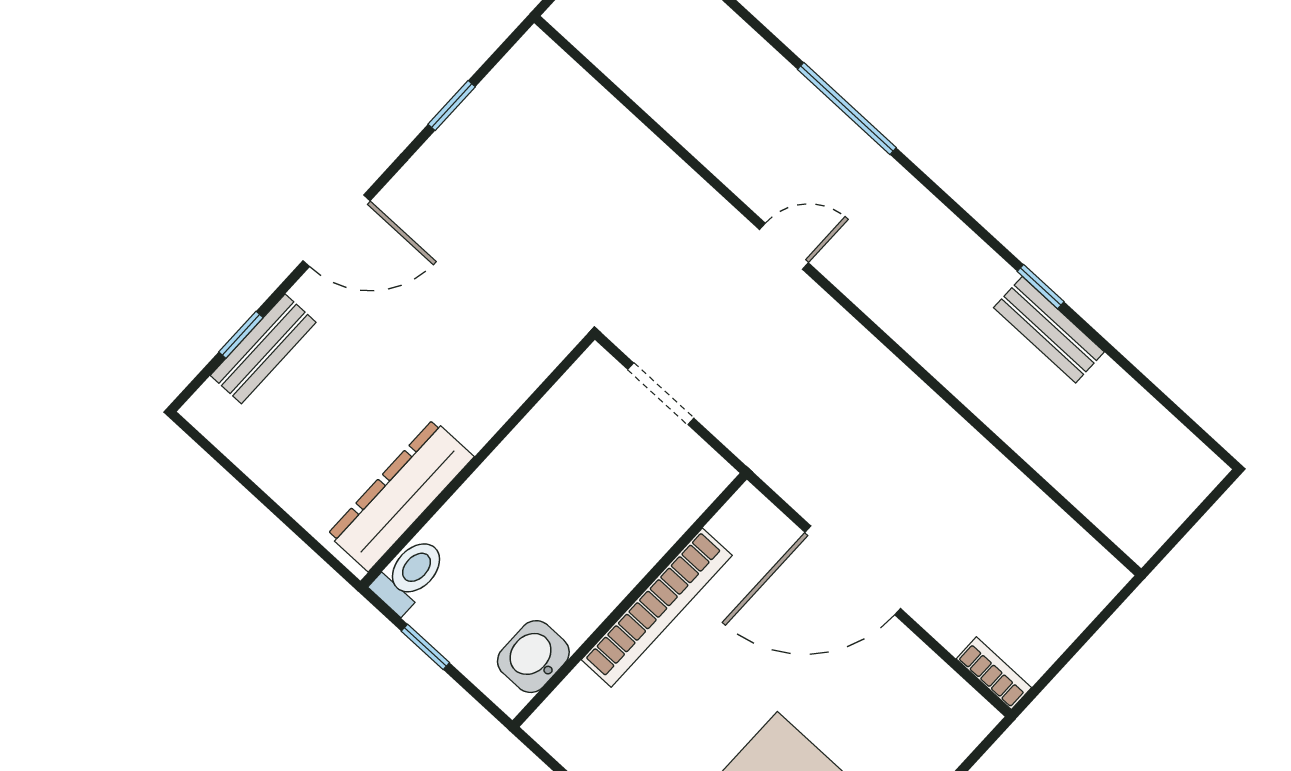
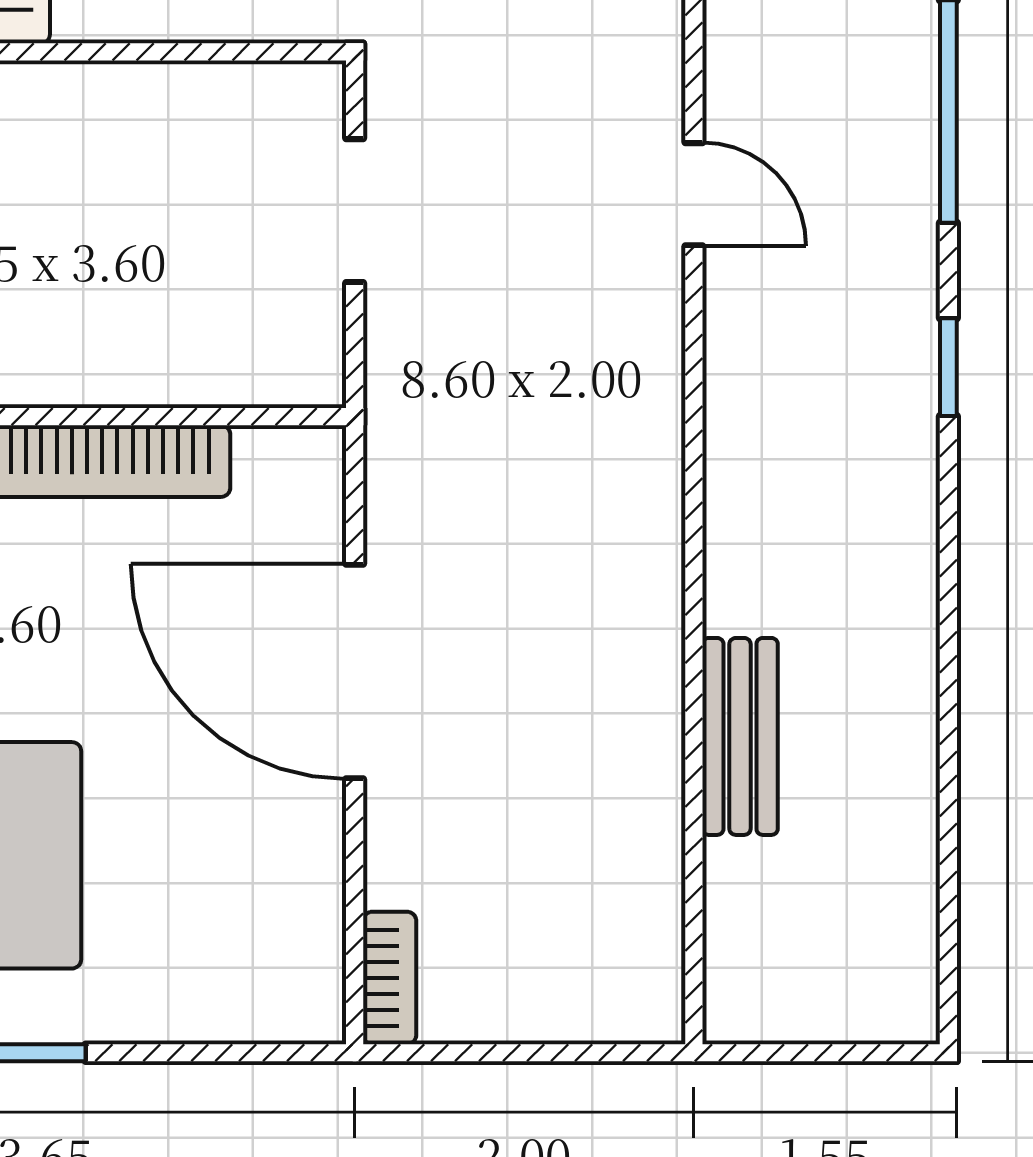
window: (1041, 287) -> (948, 367), moved
bench: (1049, 330) -> (740, 736), moved

